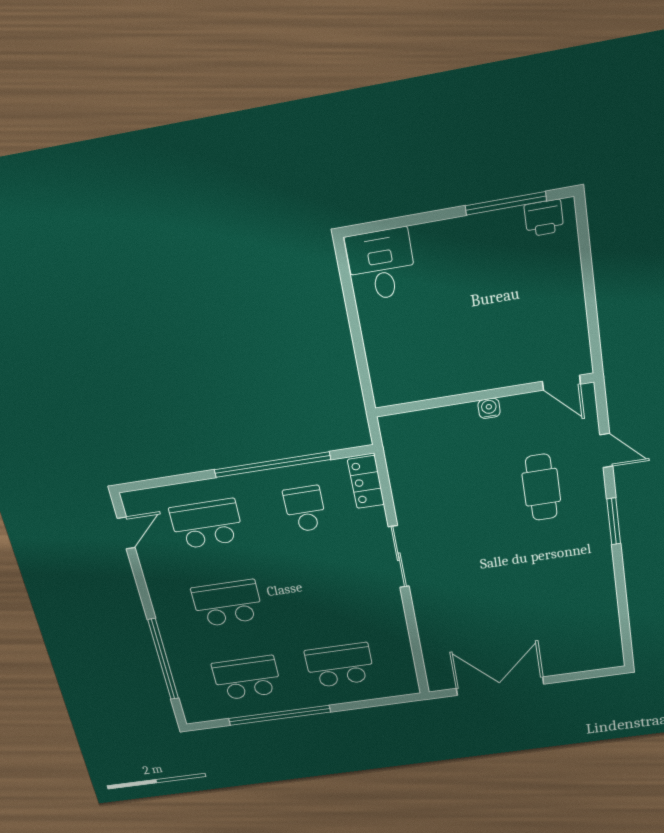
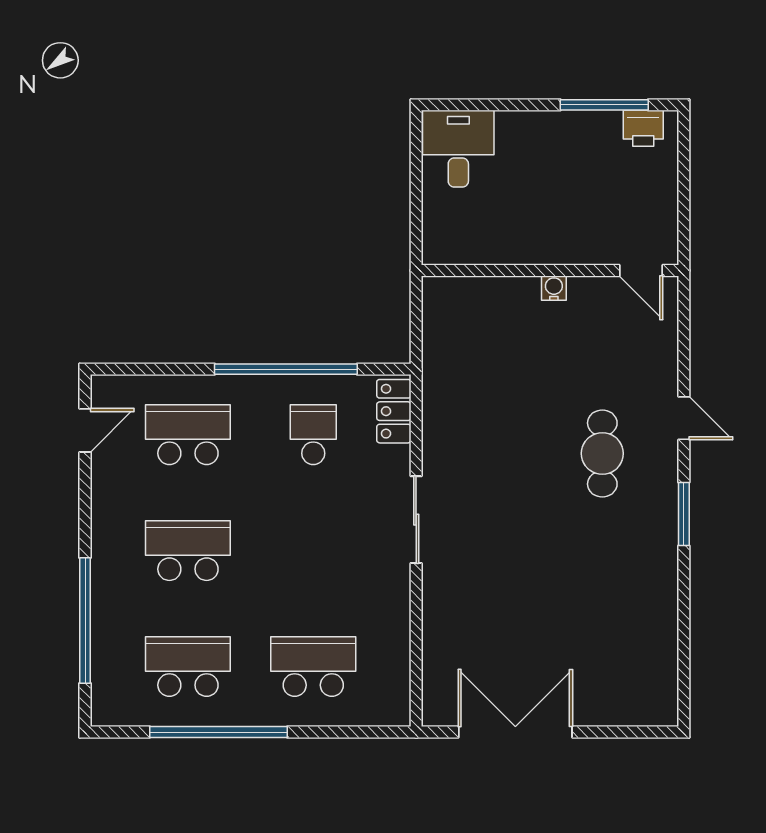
door: (561, 383) -> (641, 271), moved
wall: (484, 395) -> (550, 271), moved
water cooler: (489, 408) -> (554, 288), moved

